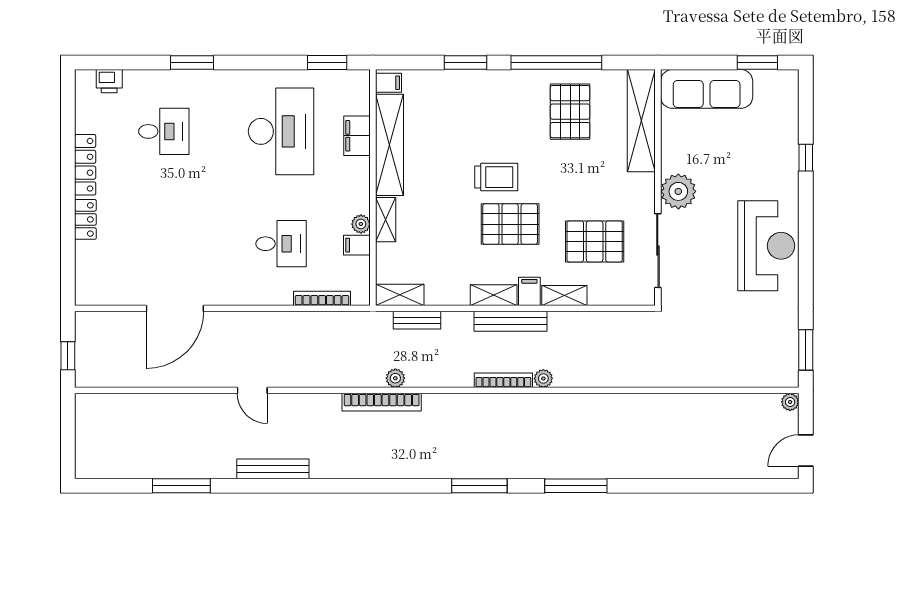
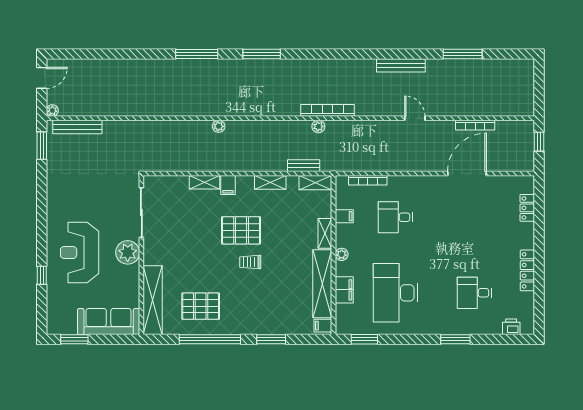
pallet: (570, 112) -> (201, 306), turned 90
trolley: (496, 177) -> (250, 262), width x0.73, depth x0.72
locker: (85, 219) -> (527, 208), moved
plant: (361, 224) -> (342, 254), moved
pallet: (595, 241) -> (184, 219), removed
reception desk: (766, 246) -> (80, 252), moved
shelving: (494, 295) -> (270, 182), moved
bench: (511, 321) -> (77, 127), moved
bookcase: (503, 380) -> (475, 125), moved

